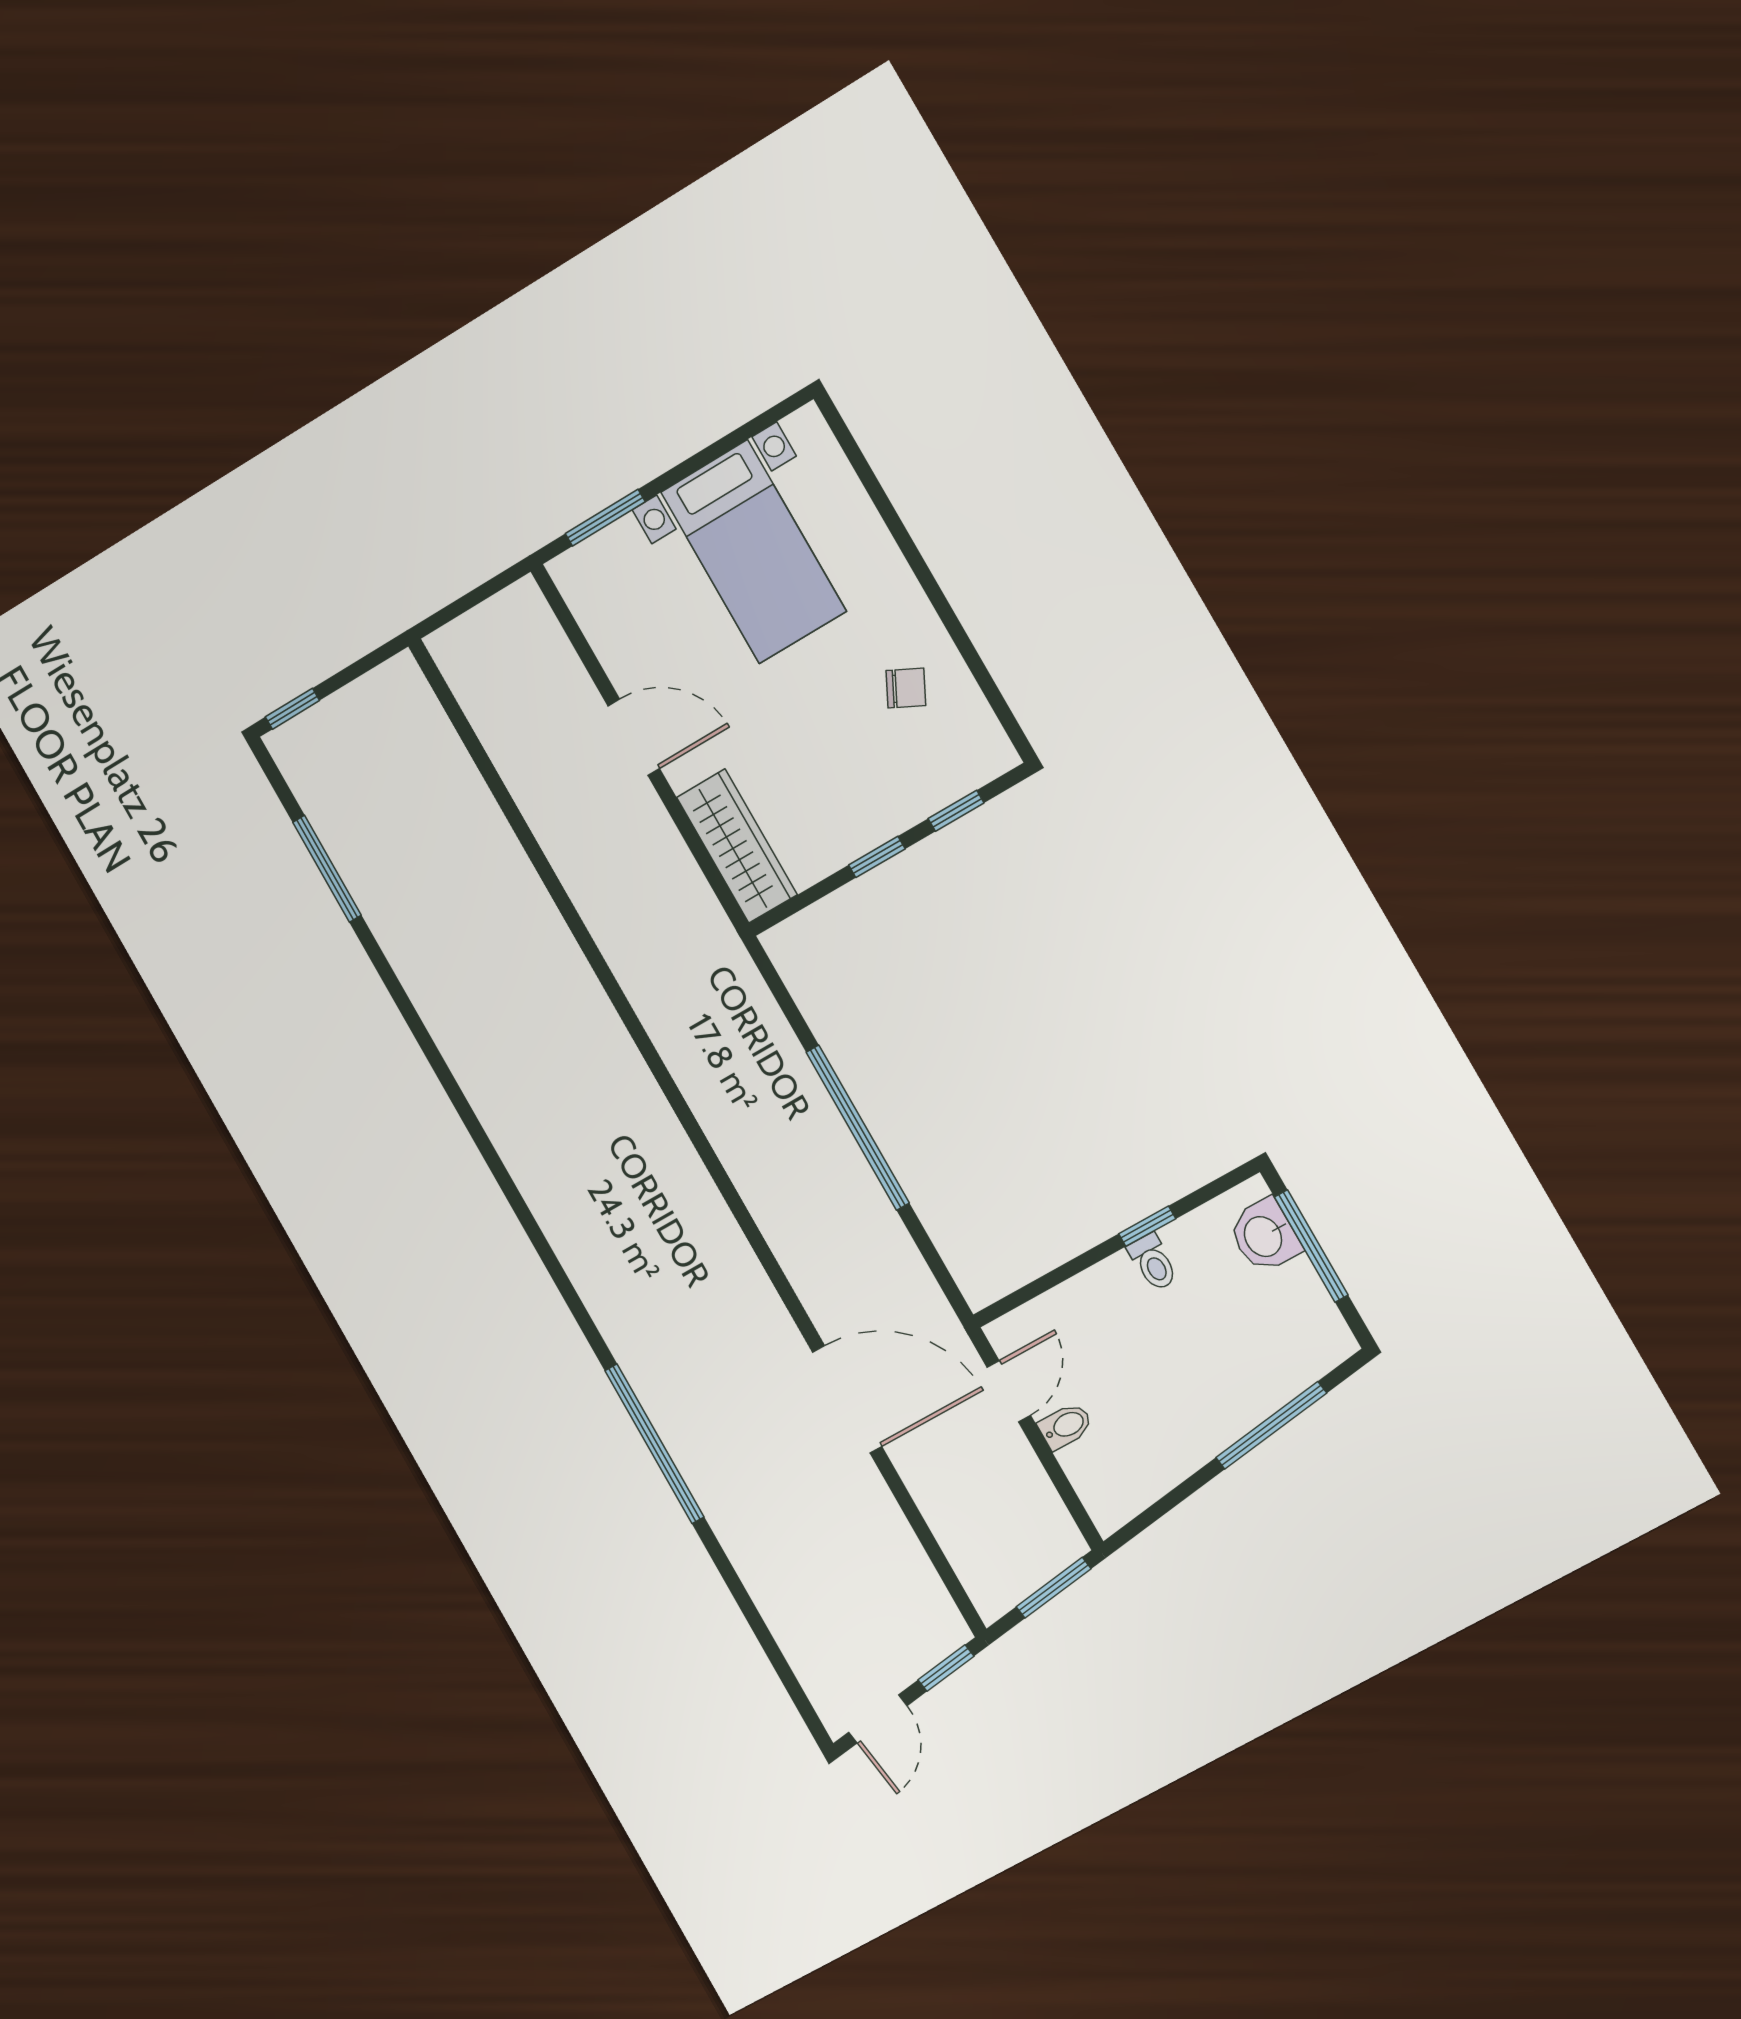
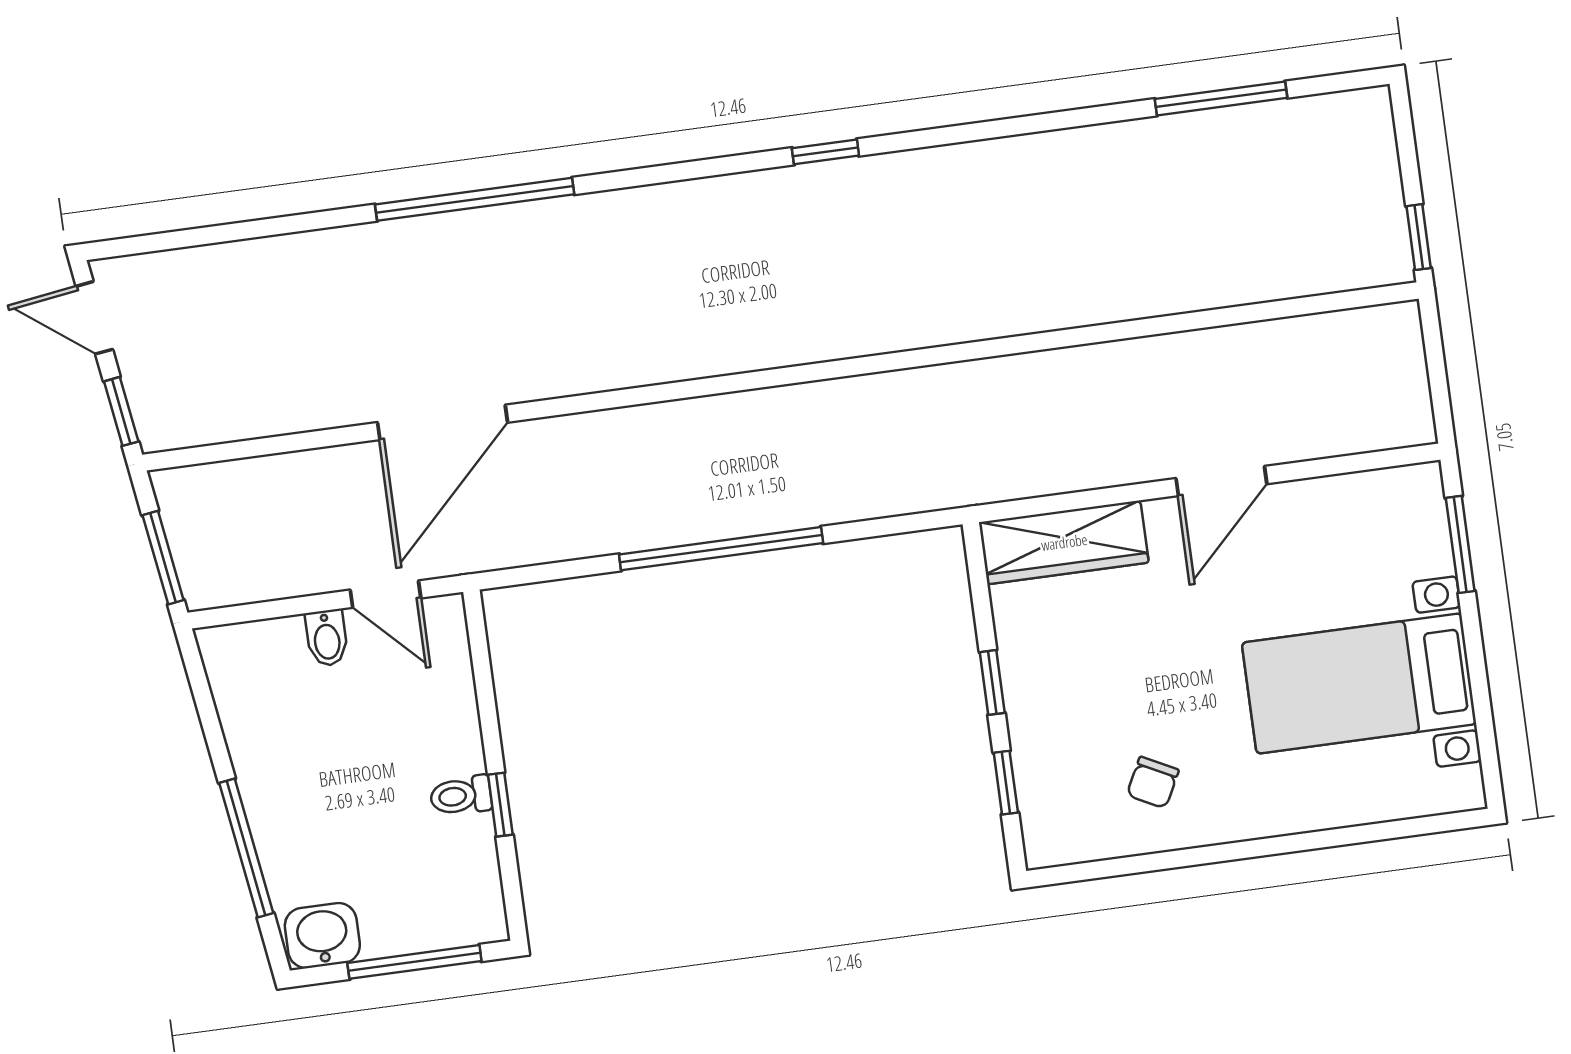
window: (292, 709) -> (1419, 237), moved
window: (500, 1173) -> (825, 152), added
washbasin: (1264, 1236) -> (322, 936), moved

